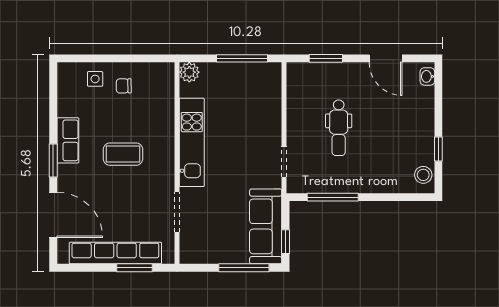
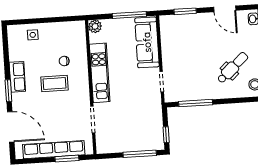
chair: (124, 86) -> (64, 61), moved
dental chair: (339, 128) -> (233, 68), moved, turned -132
sofa: (266, 226) -> (147, 42), moved

